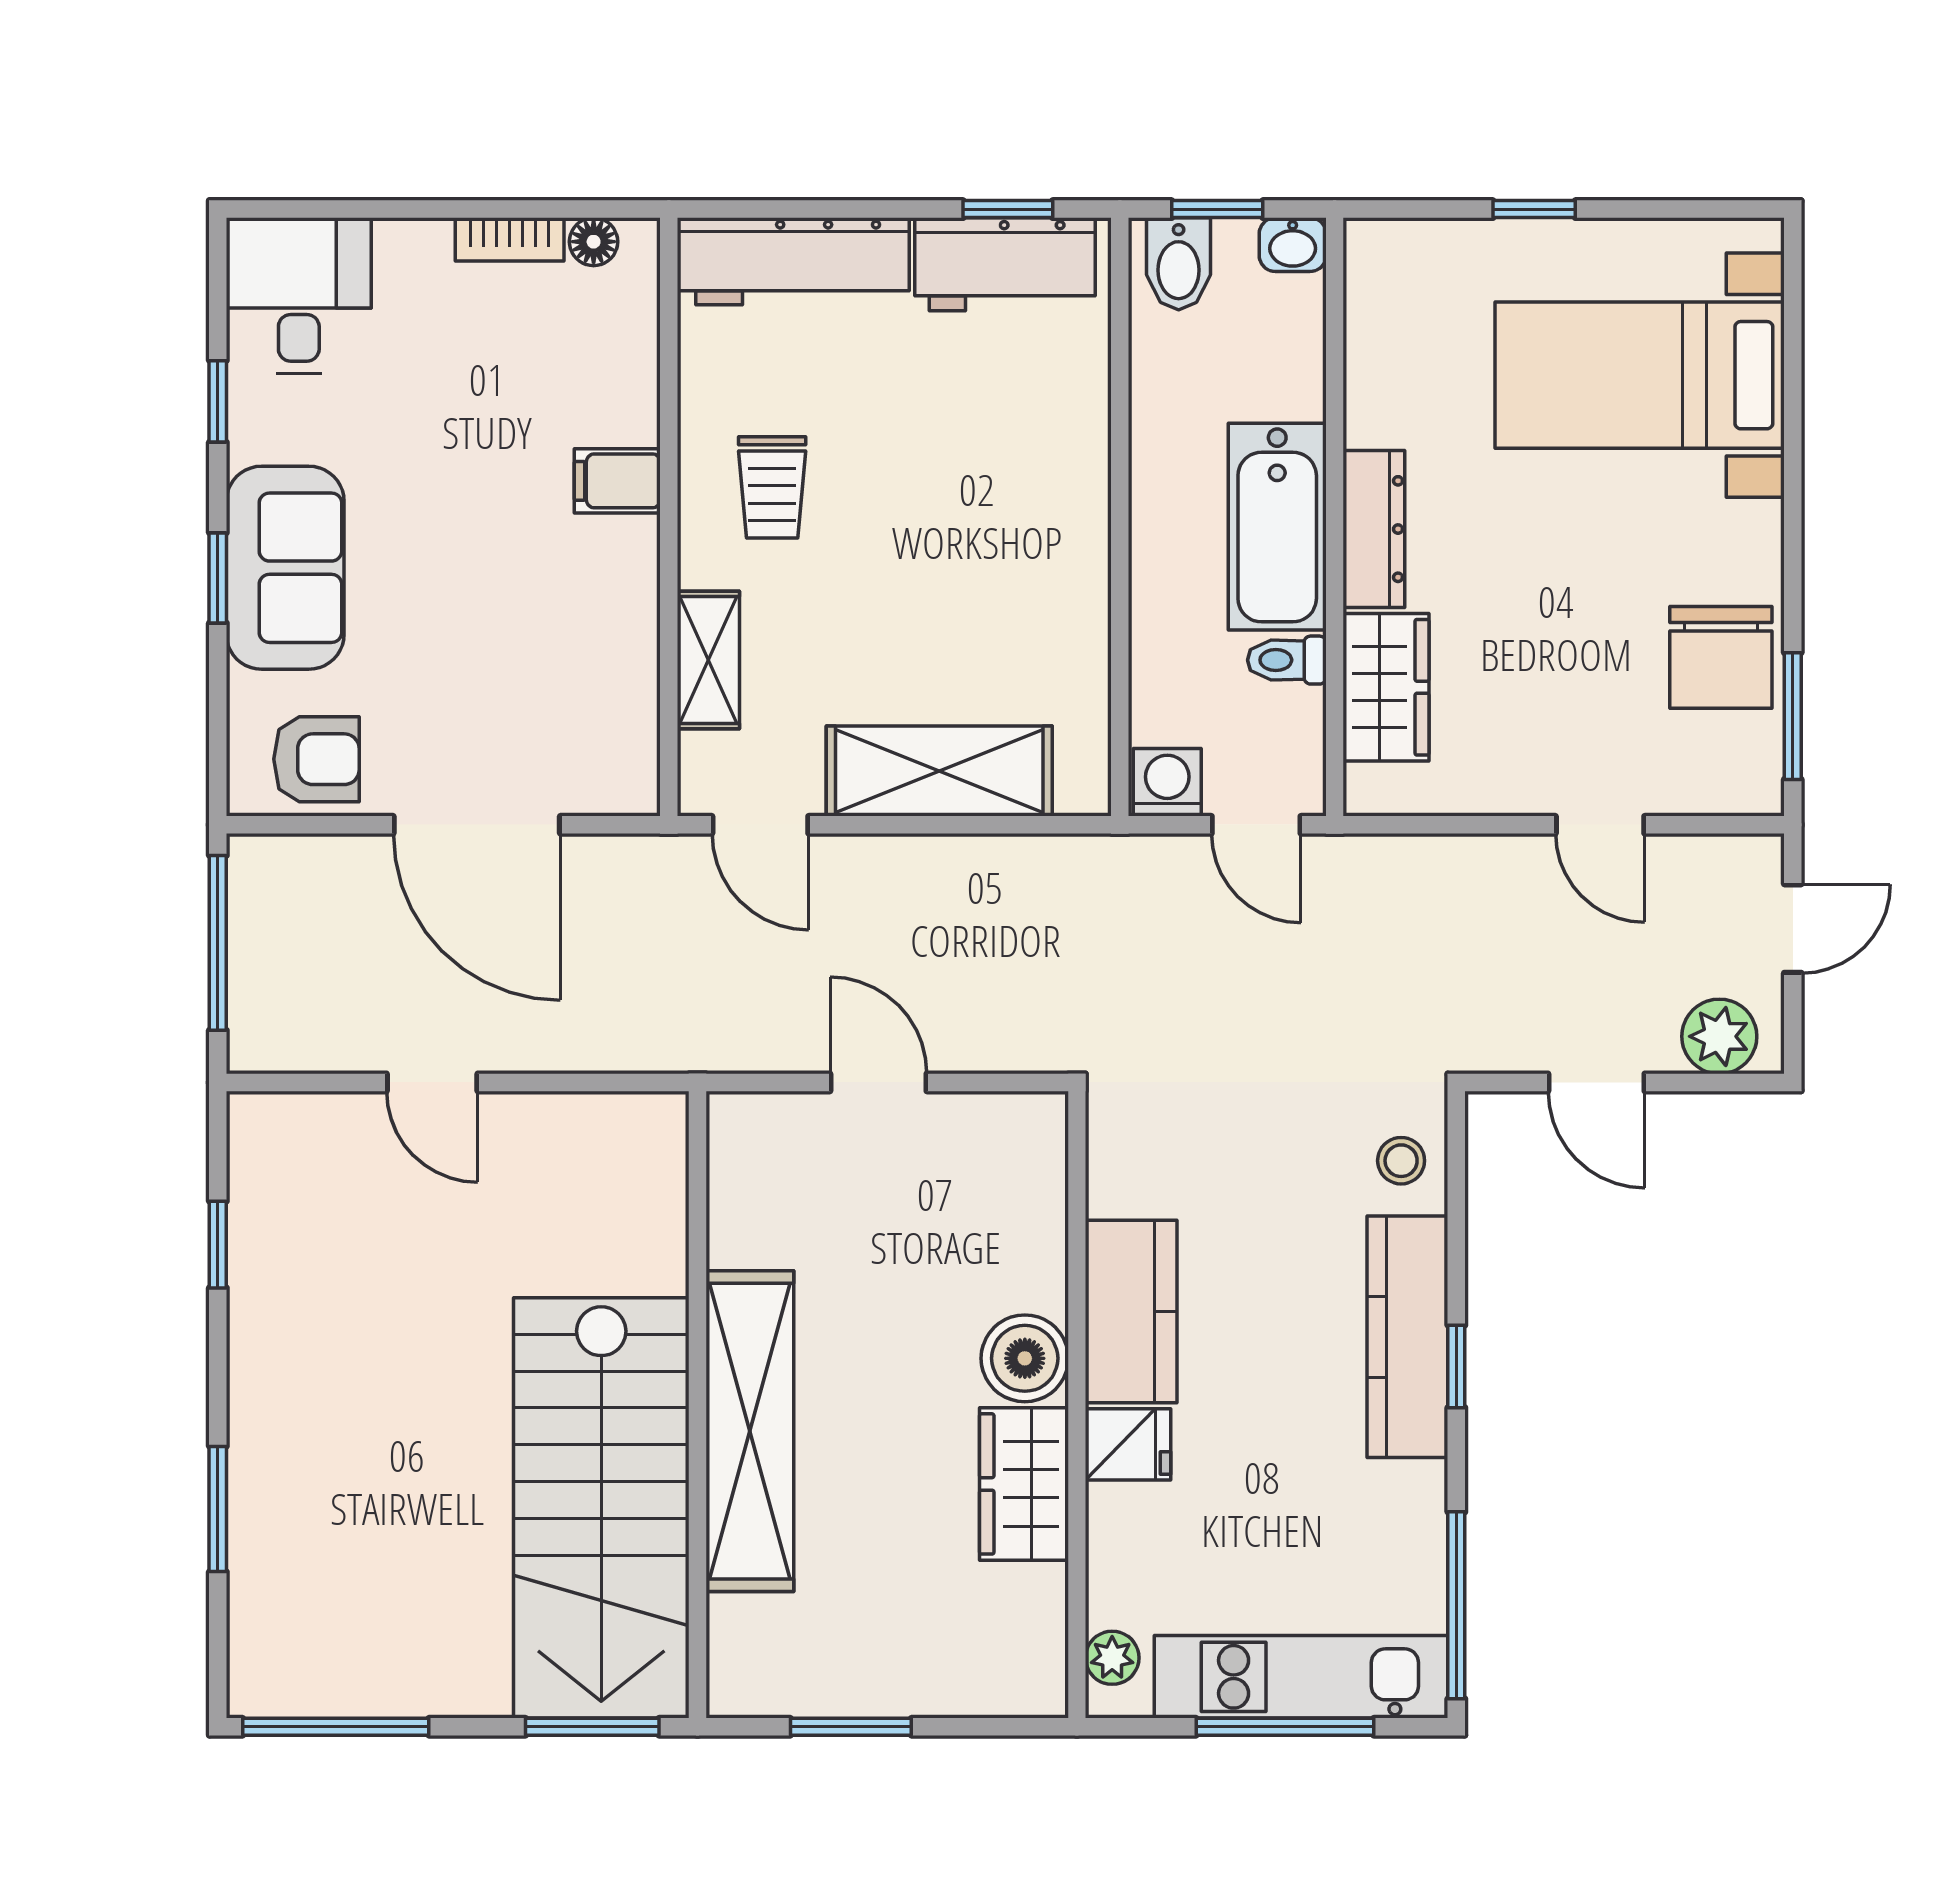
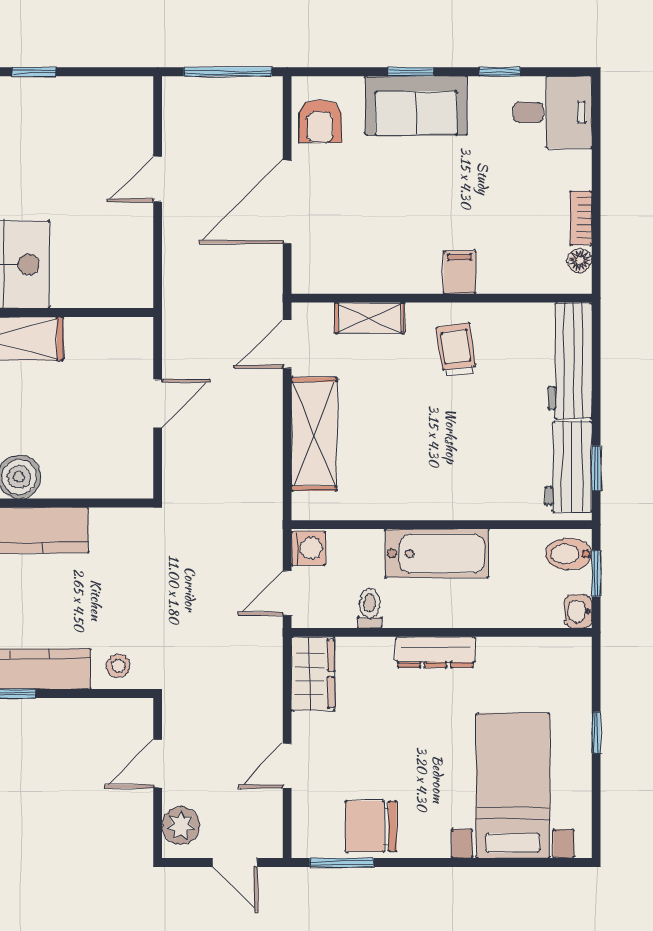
trolley: (772, 487) -> (456, 350), turned 82
bathtub: (1277, 527) -> (437, 553), moved, turned 180
wardrobe: (1386, 687) -> (313, 674), moved, turned -90
window: (218, 1245) -> (34, 72), moved

